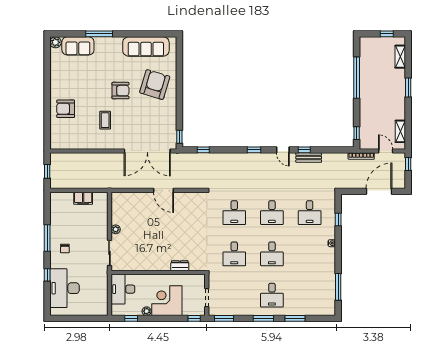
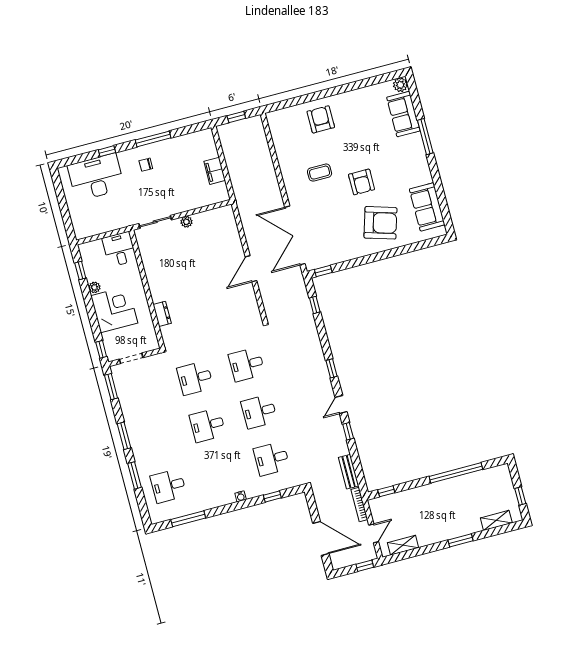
sofa: (146, 47) -> (427, 207), width x0.73
bench: (309, 158) -> (349, 472), moved
desk: (123, 289) -> (119, 249), width x0.73
desk: (272, 295) -> (168, 486), moved

